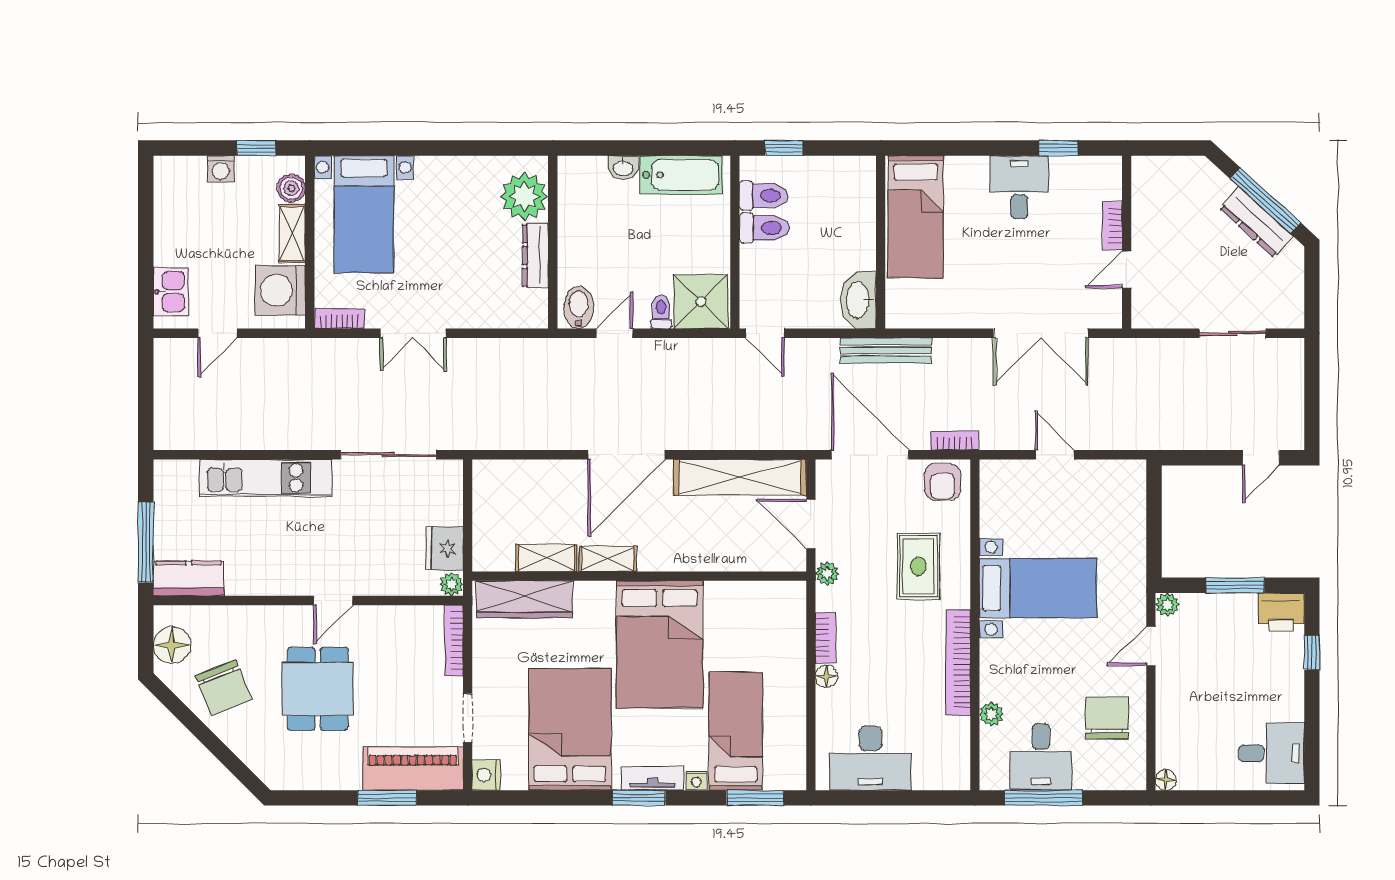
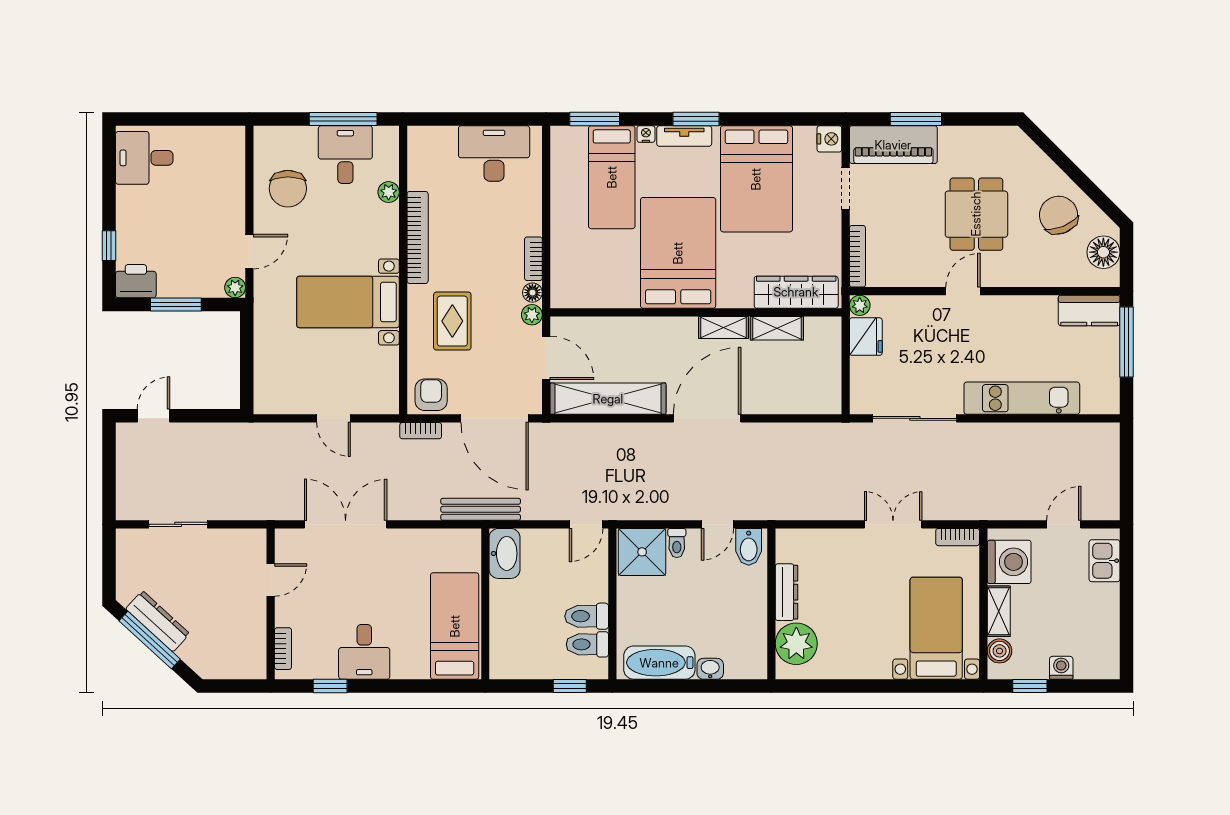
bookcase: (1112, 226) -> (283, 649), moved
door: (765, 333) -> (586, 524), swing flipped
floor lamp: (827, 676) -> (532, 293), moved
floor lamp: (1166, 780) -> (236, 135), removed

